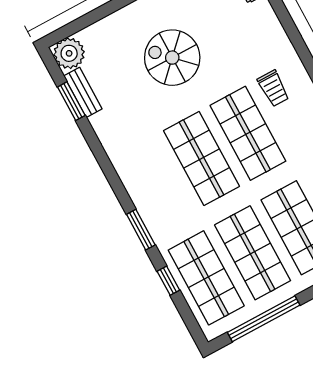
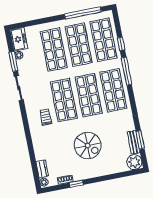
shop shelf: (155, 183) -> (113, 90), added
window: (141, 230) -> (126, 71), width x1.44

